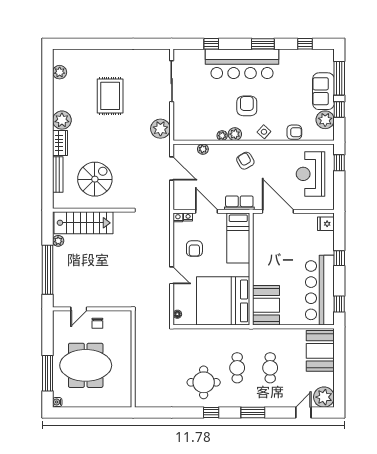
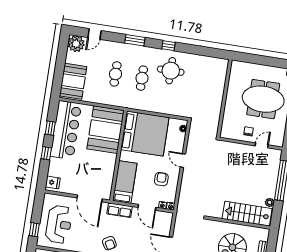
window: (339, 304) -> (50, 128), moved
booth: (266, 305) -> (106, 130), width x1.36, depth x1.42

